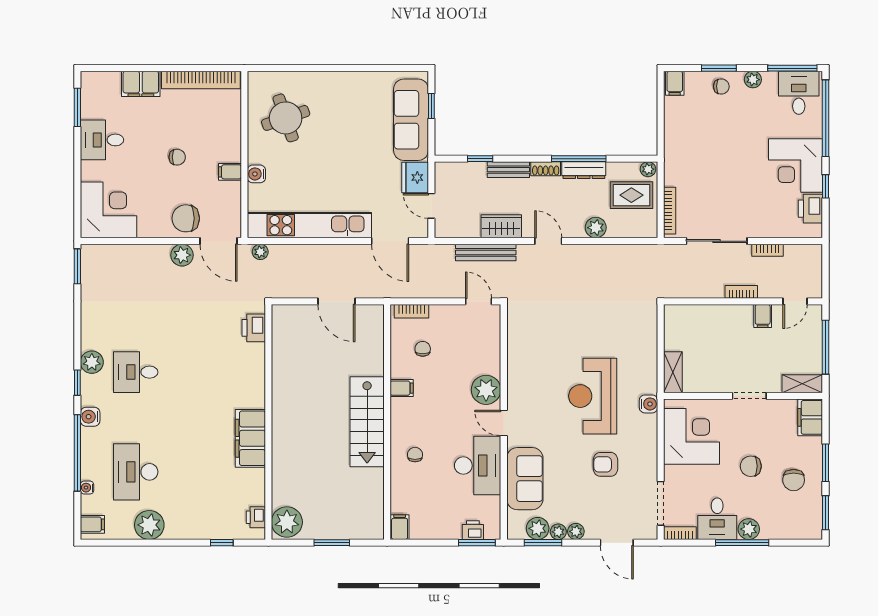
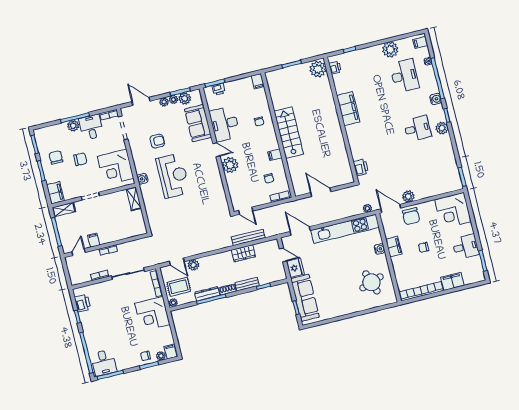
plant: (753, 80) -> (161, 356), moved
corner desk: (796, 165) -> (152, 314), moved, turned 180
filing cabinet: (230, 172) -> (394, 247), width x2.00
chair: (186, 218) -> (411, 216), turned 90
door: (548, 241) -> (177, 262), moved

